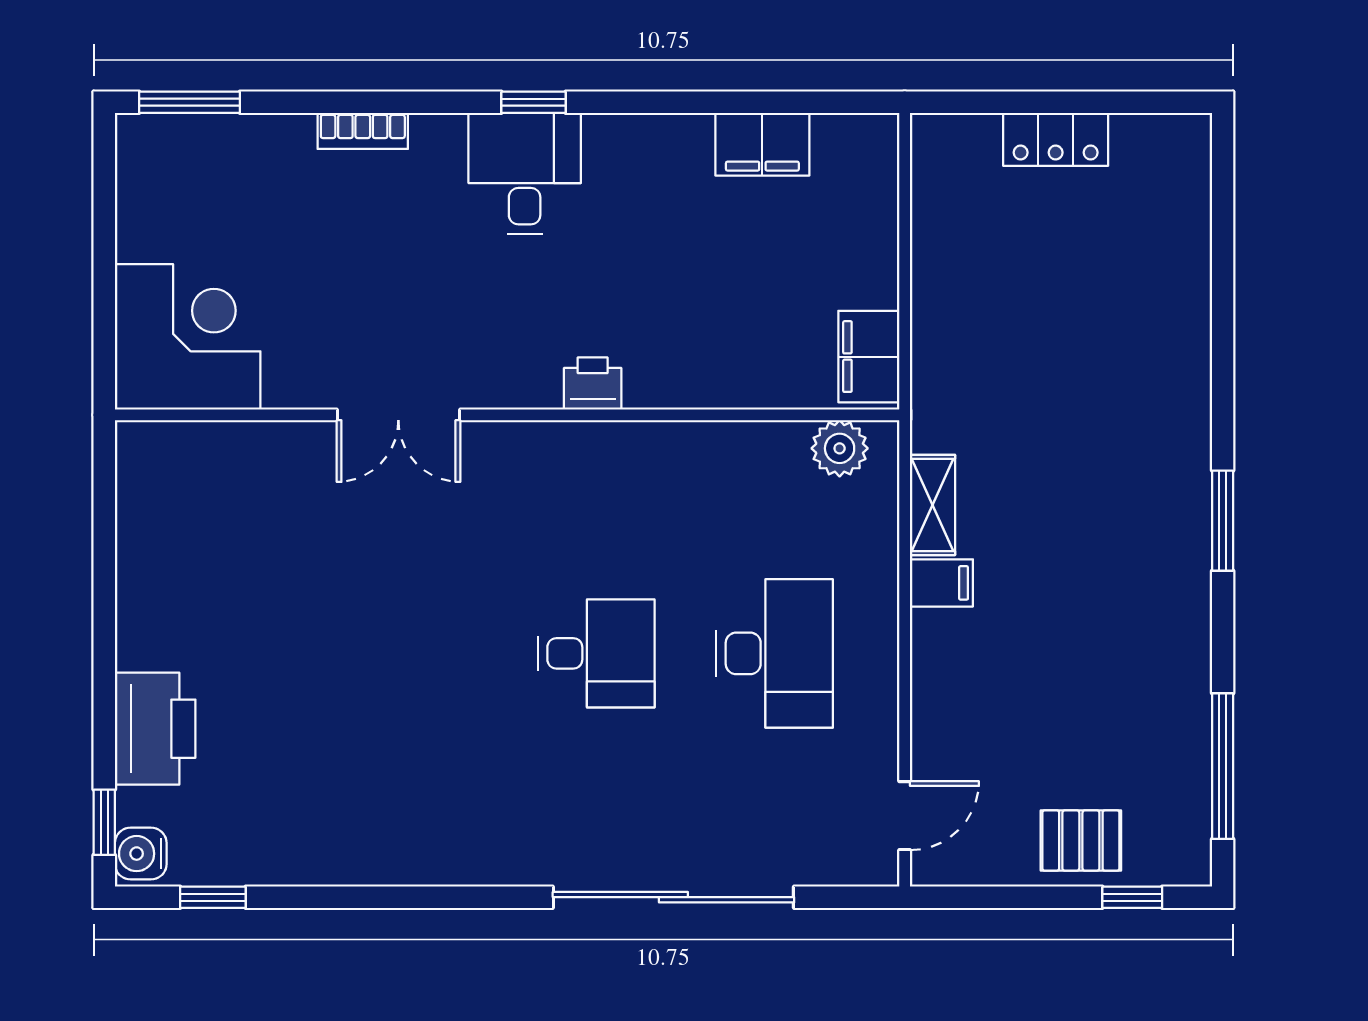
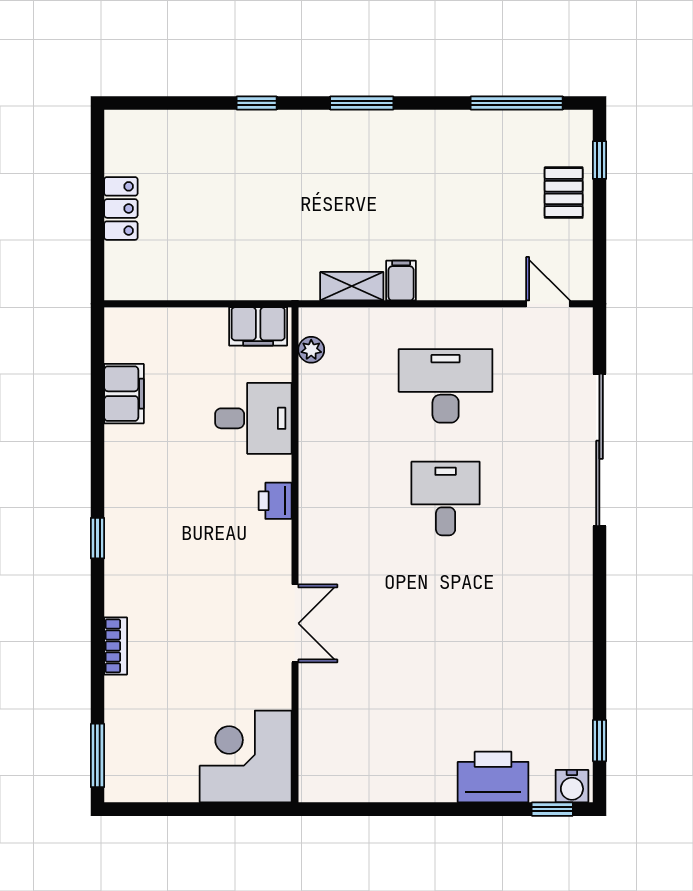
desk: (525, 173) -> (253, 418), moved, turned 180
window: (1223, 354) -> (257, 103), added
plant: (840, 448) -> (311, 350), width x0.73, depth x0.73

